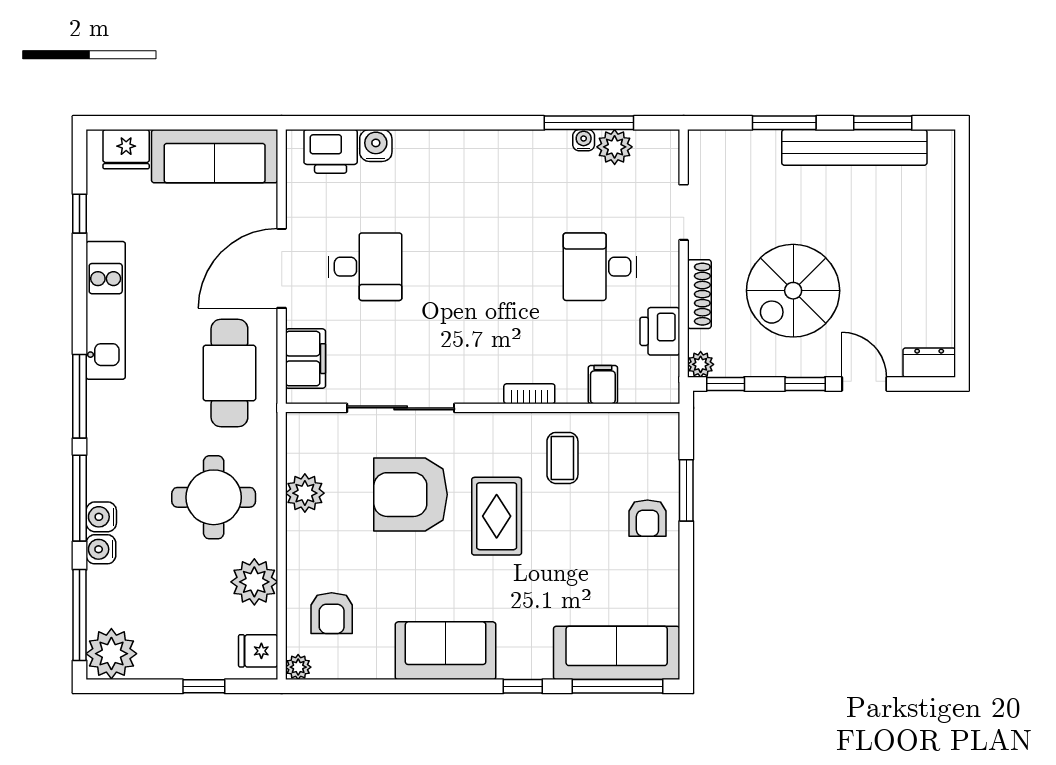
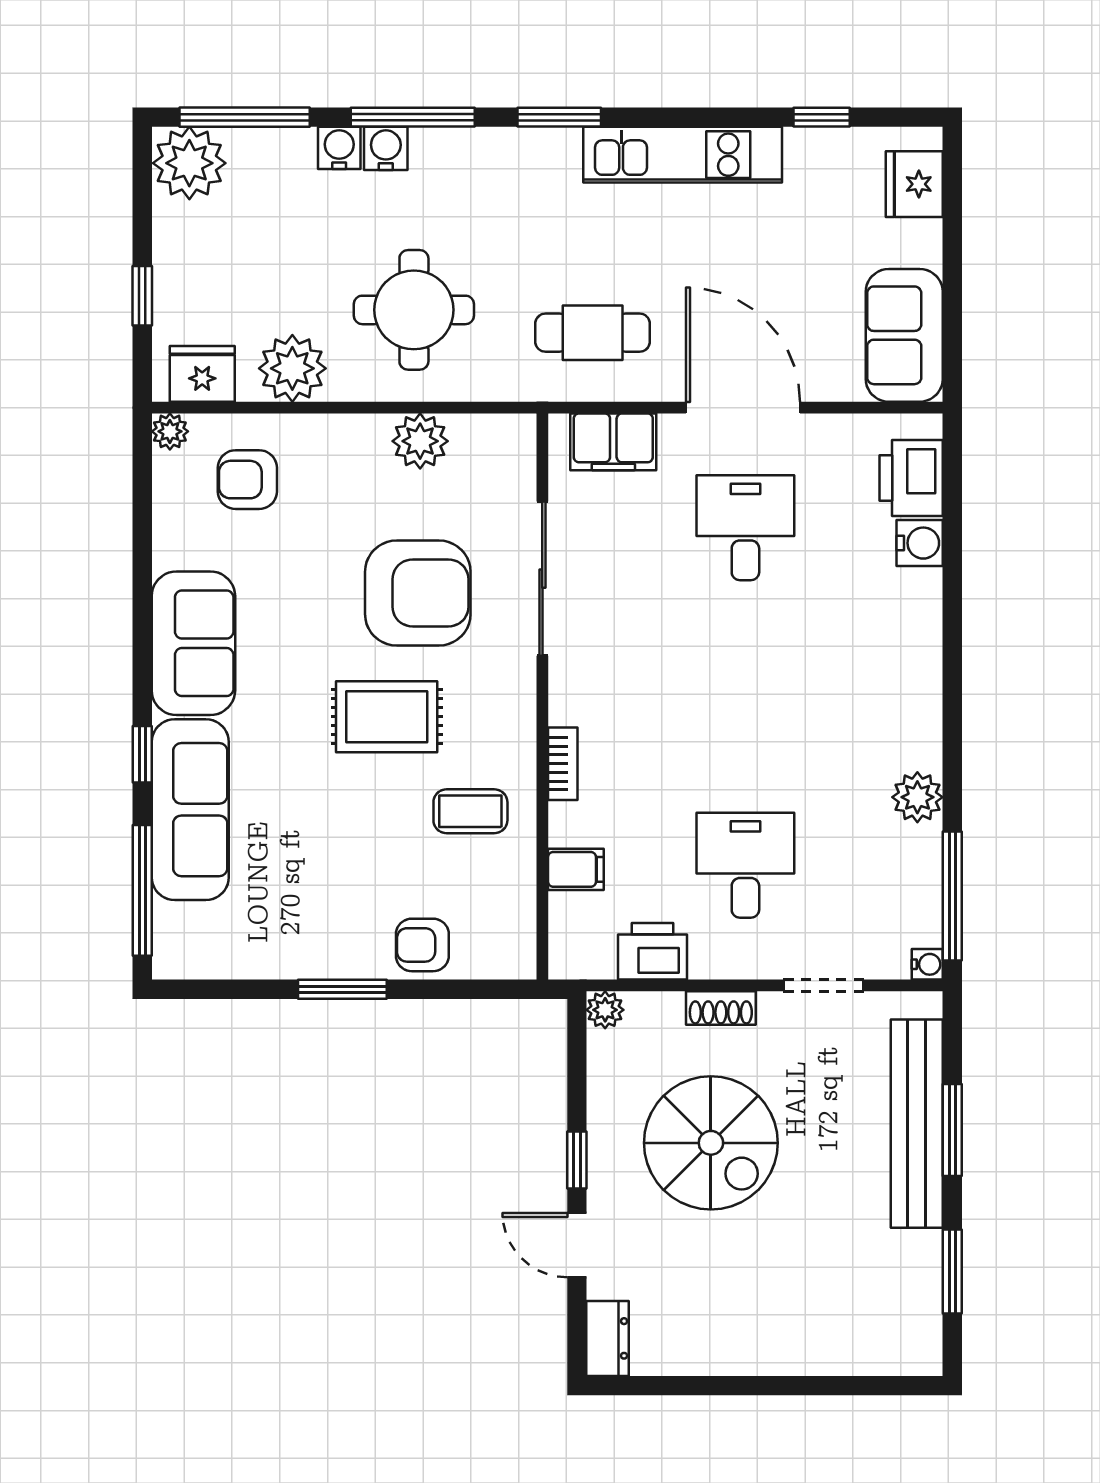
window: (589, 123) -> (952, 896), moved
water cooler: (584, 140) -> (927, 964), moved
plant: (615, 147) -> (917, 797), moved
bench: (854, 147) -> (917, 1124), moved
sofa: (215, 156) -> (904, 335), width x0.73
desk: (365, 267) -> (745, 528), turned 180
spiral stairs: (793, 291) -> (711, 1143), turned 180
shoe rack: (699, 294) -> (721, 1008), width x0.70
cafe table: (229, 373) -> (593, 333), width x0.73, depth x0.74
window: (726, 384) -> (577, 1046), removed
door: (864, 384) -> (577, 1245), swing flipped
window: (80, 396) -> (559, 117), width x0.69
window: (686, 490) -> (342, 989), moved
armchair: (411, 495) -> (418, 593), turned 90
armchair: (647, 518) -> (422, 945), moved
fridge: (258, 651) -> (202, 374), width x1.38
sofa: (617, 653) -> (190, 810), moved

